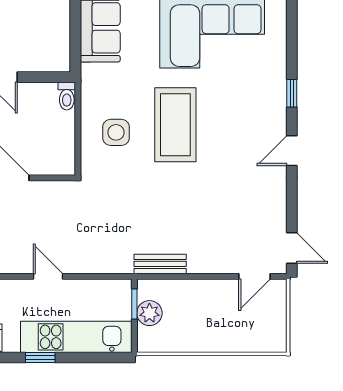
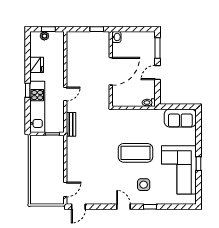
side table: (116, 132) -> (144, 185), moved
bench: (160, 264) -> (71, 124), moved
door: (255, 276) -> (65, 189), swing flipped
plant: (149, 313) -> (48, 141), removed

